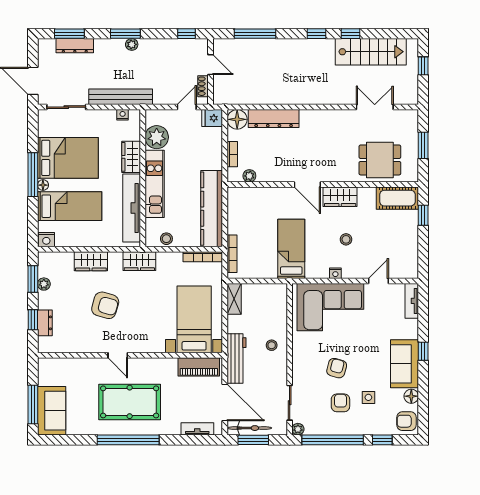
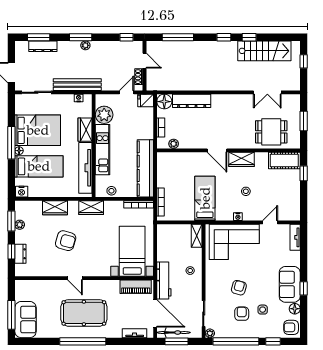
double door: (375, 107) -> (267, 92), swing flipped
shelving: (234, 299) -> (197, 236), moved
window: (423, 351) -> (304, 288), moved

